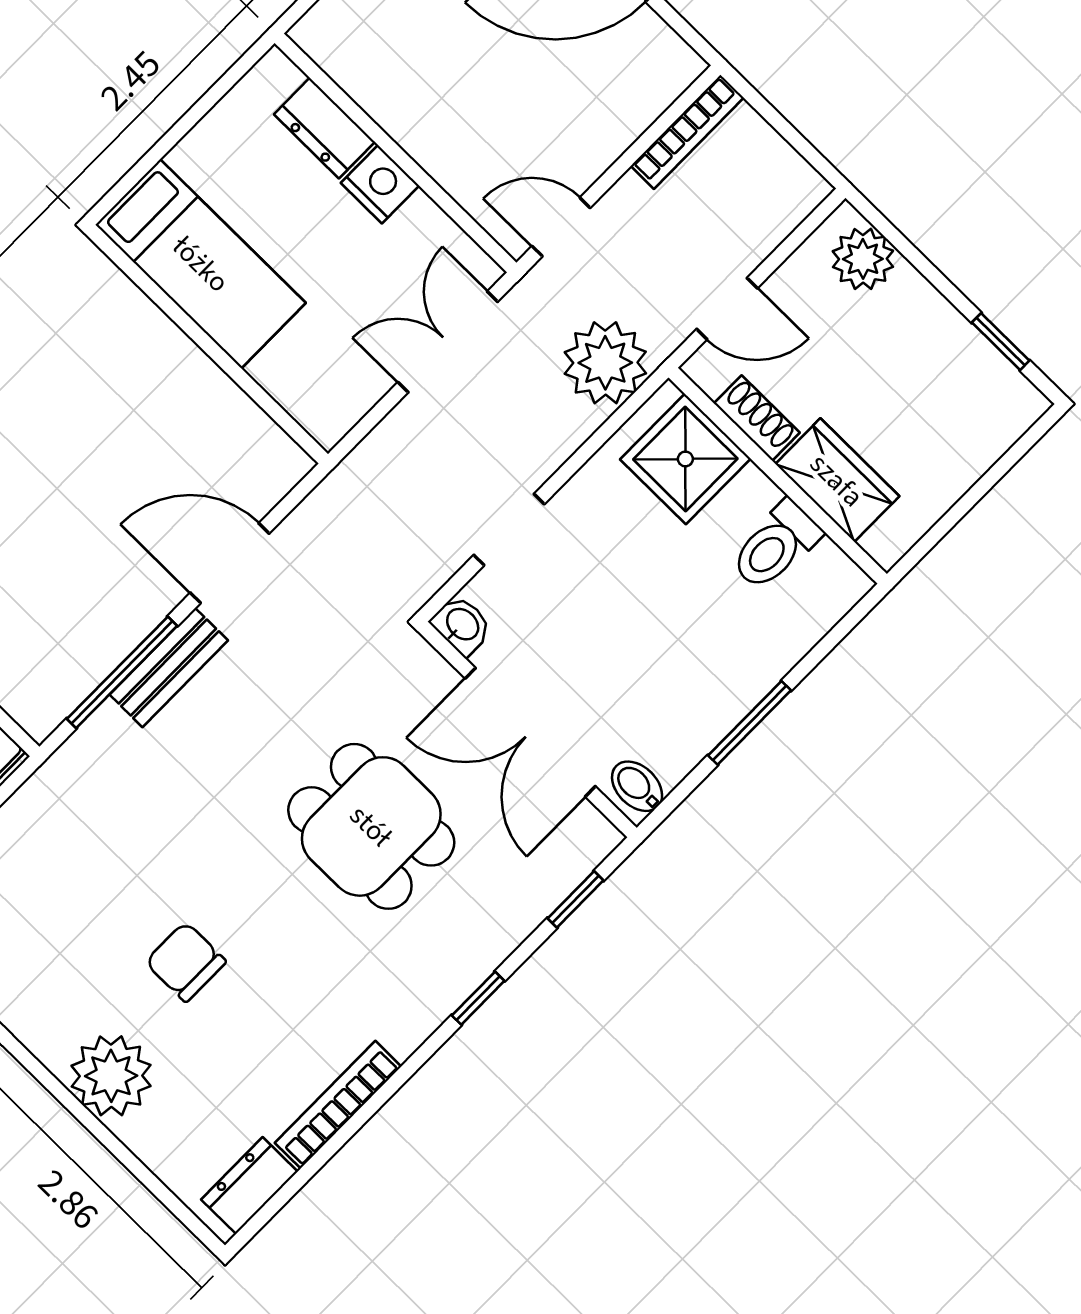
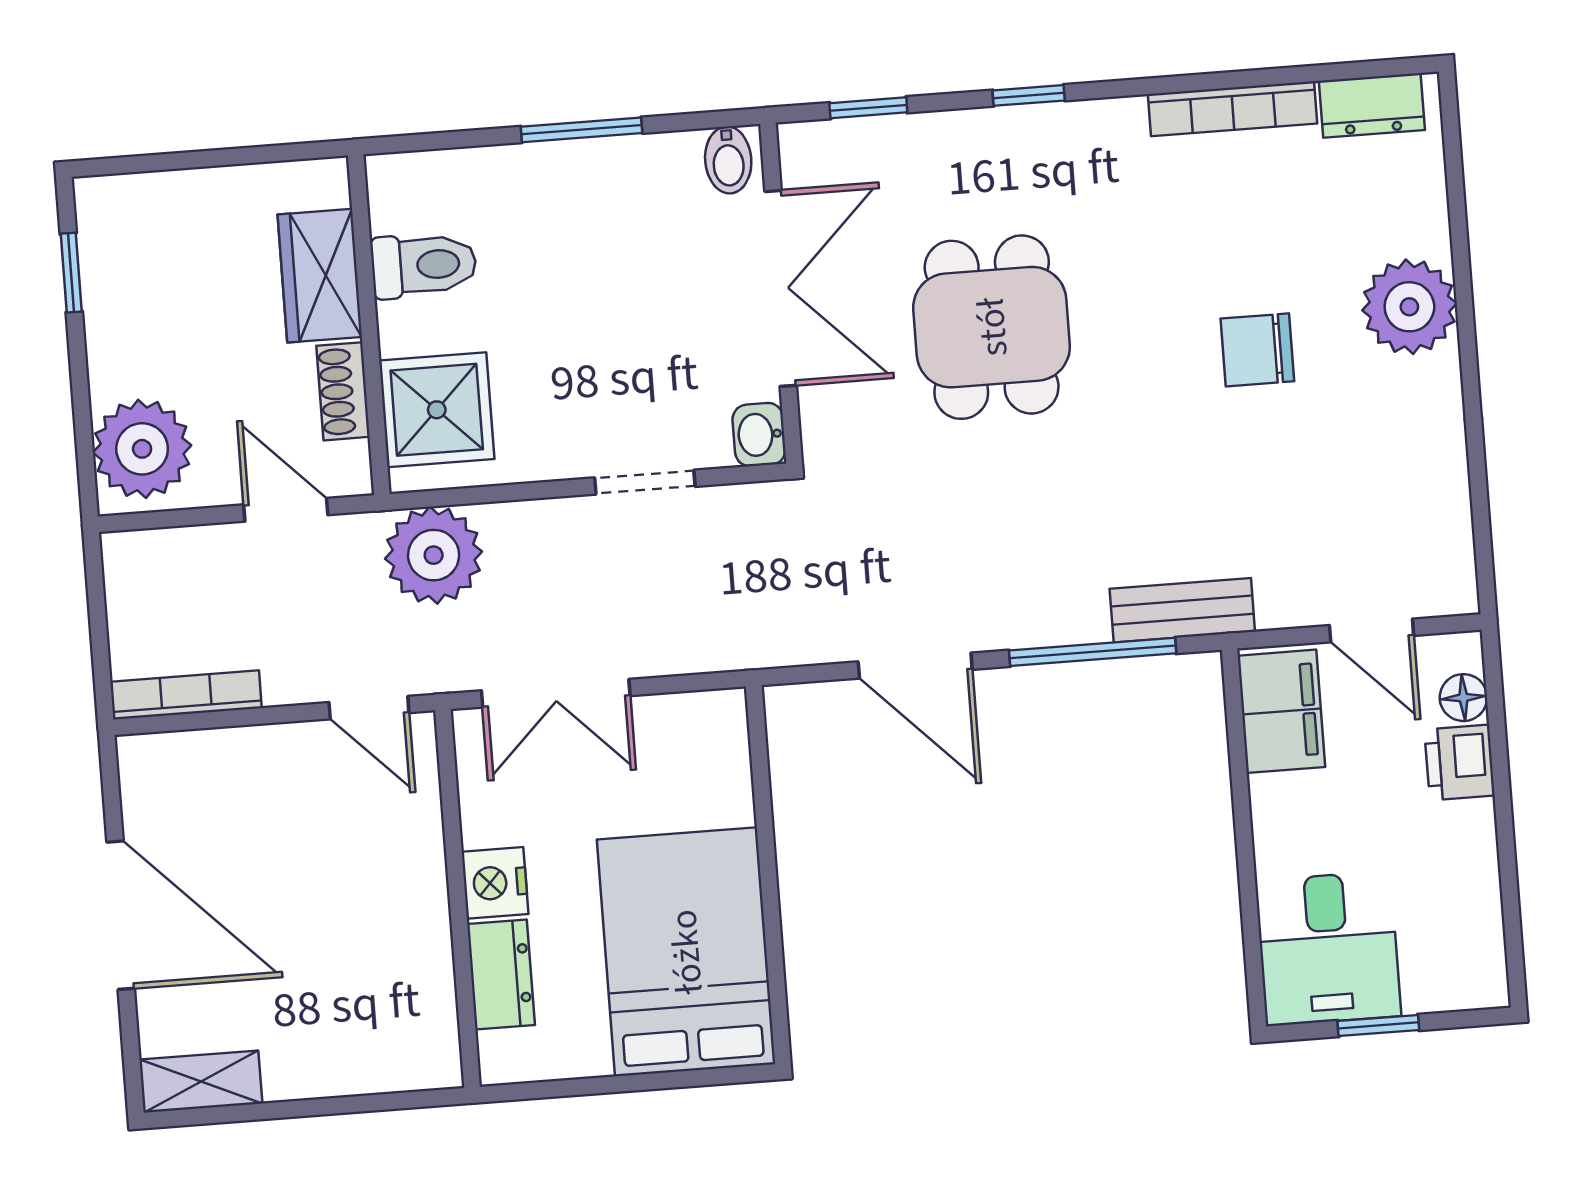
plant: (863, 259) -> (142, 449), width x1.36, depth x1.36
bed: (201, 264) -> (686, 952), width x1.50
bench: (169, 667) -> (1182, 610), moved
chair: (186, 962) -> (1257, 350), turned 90

